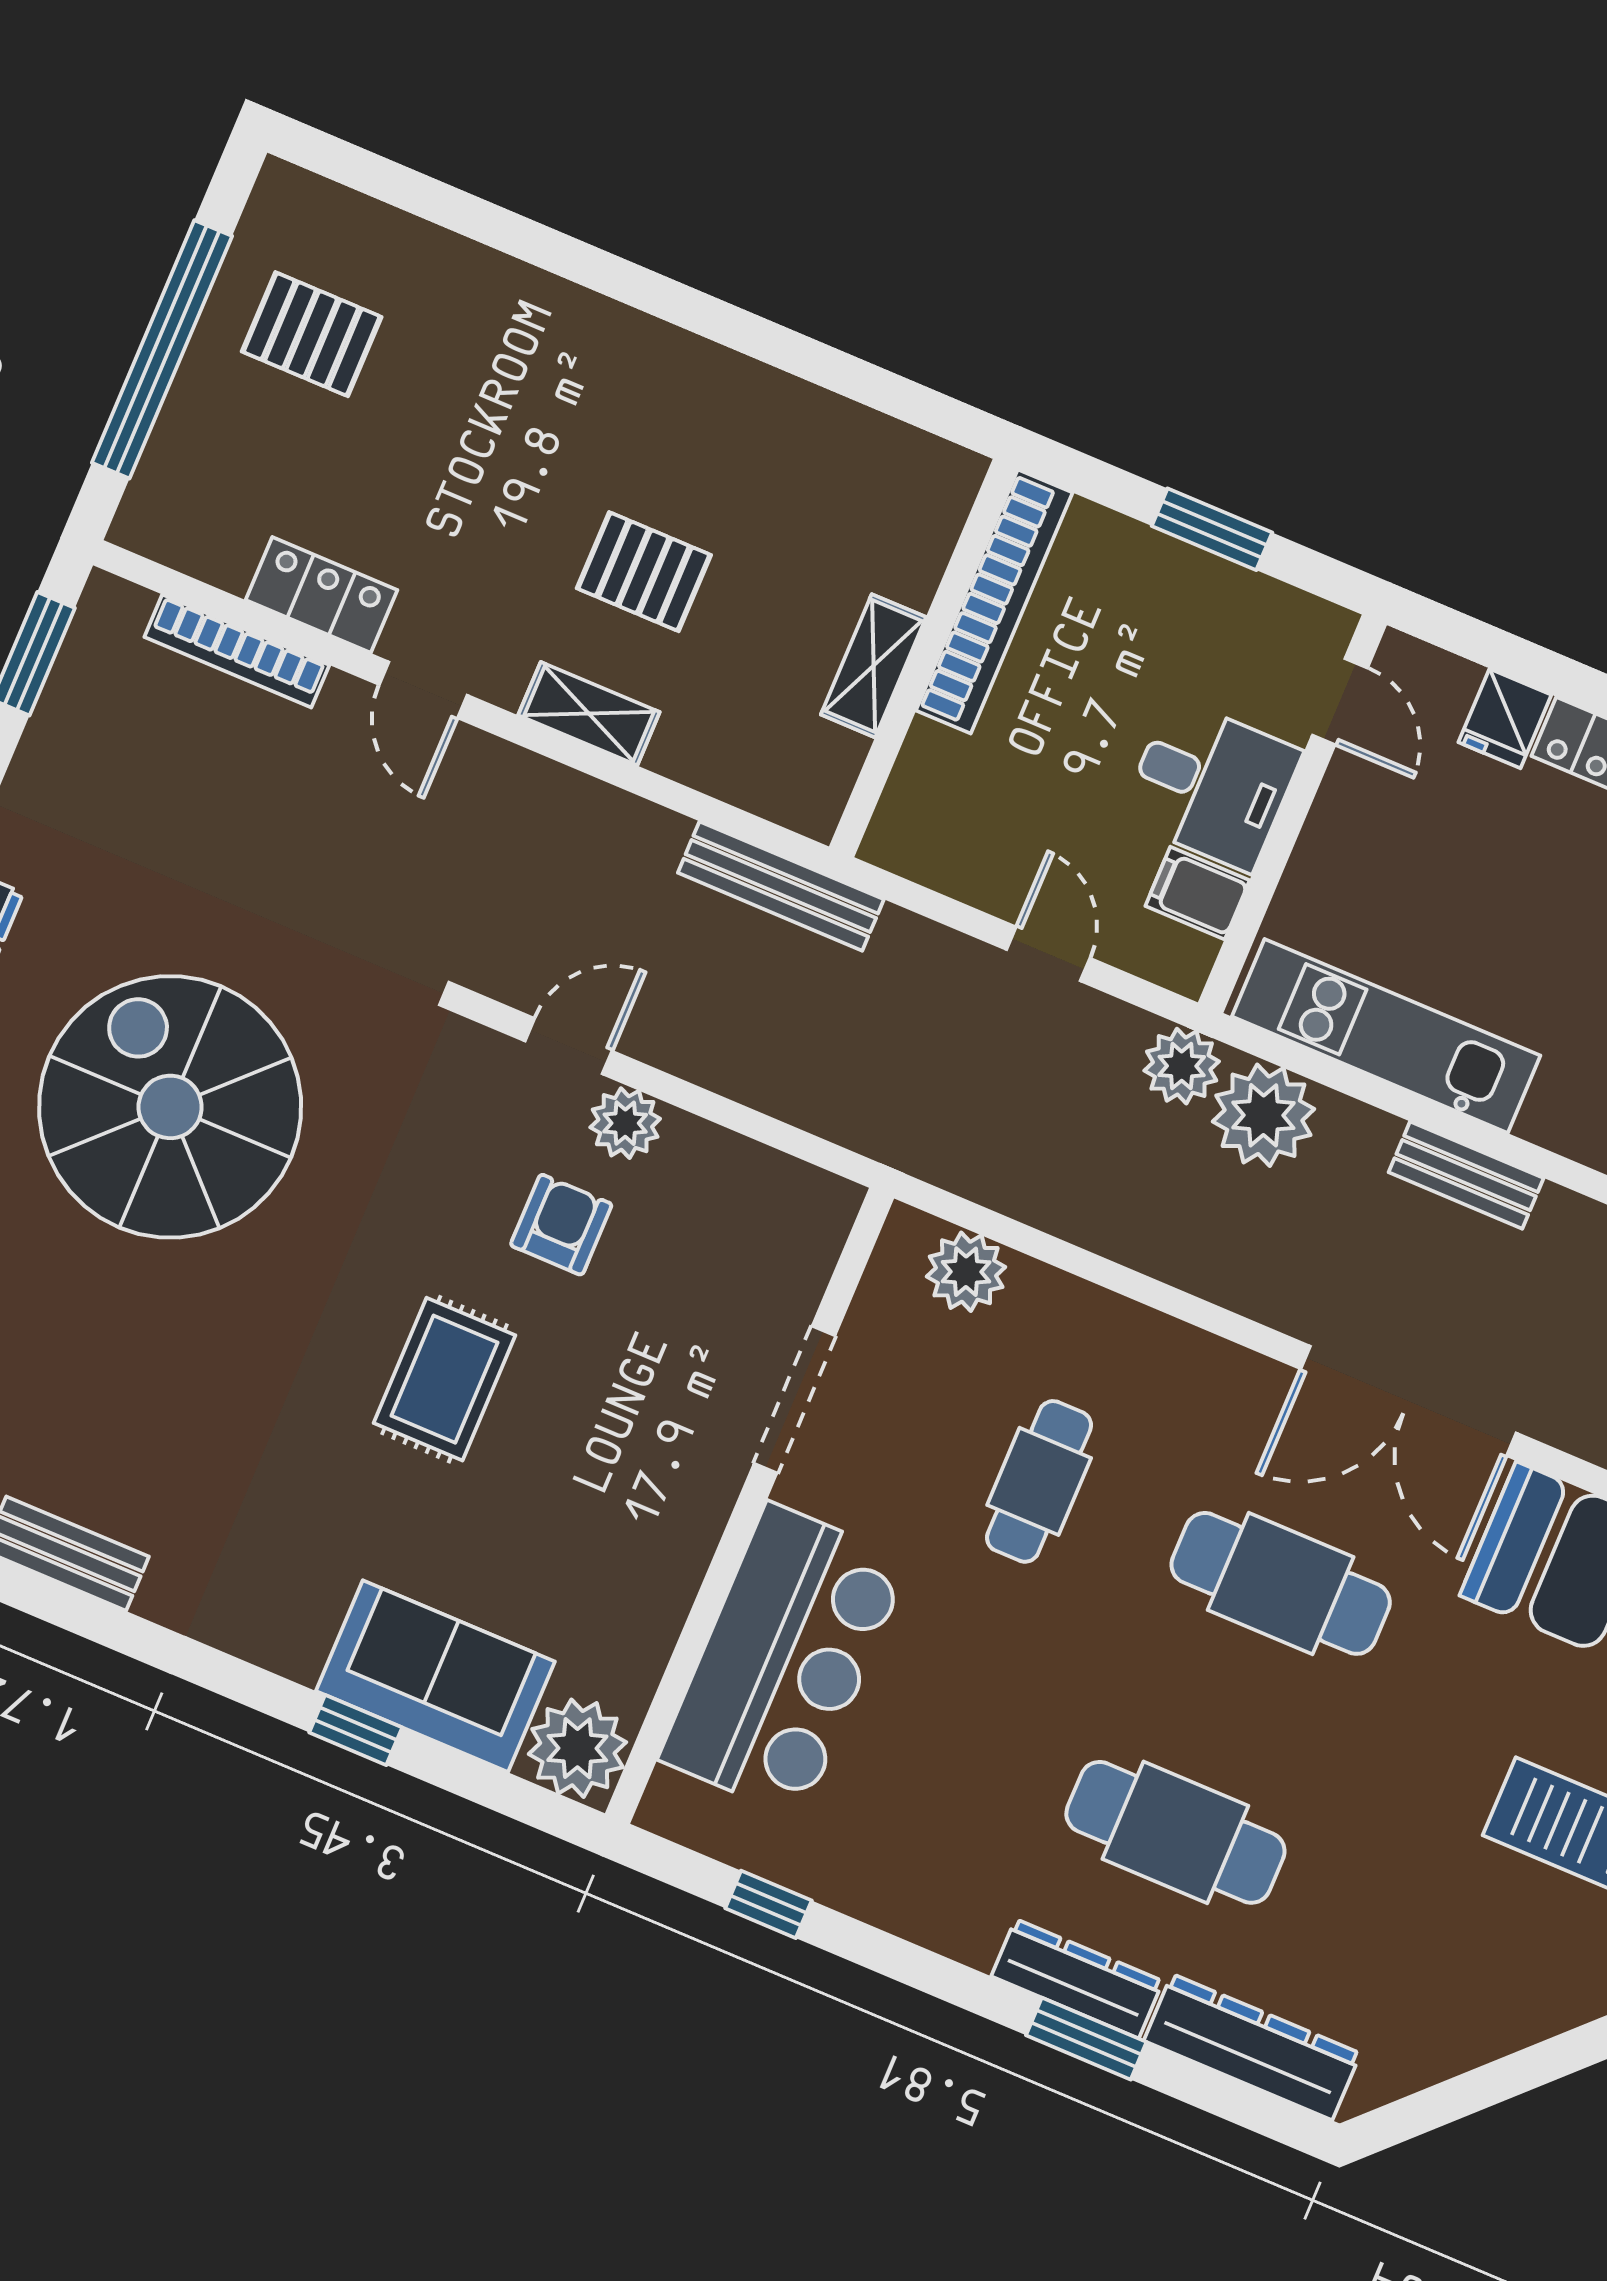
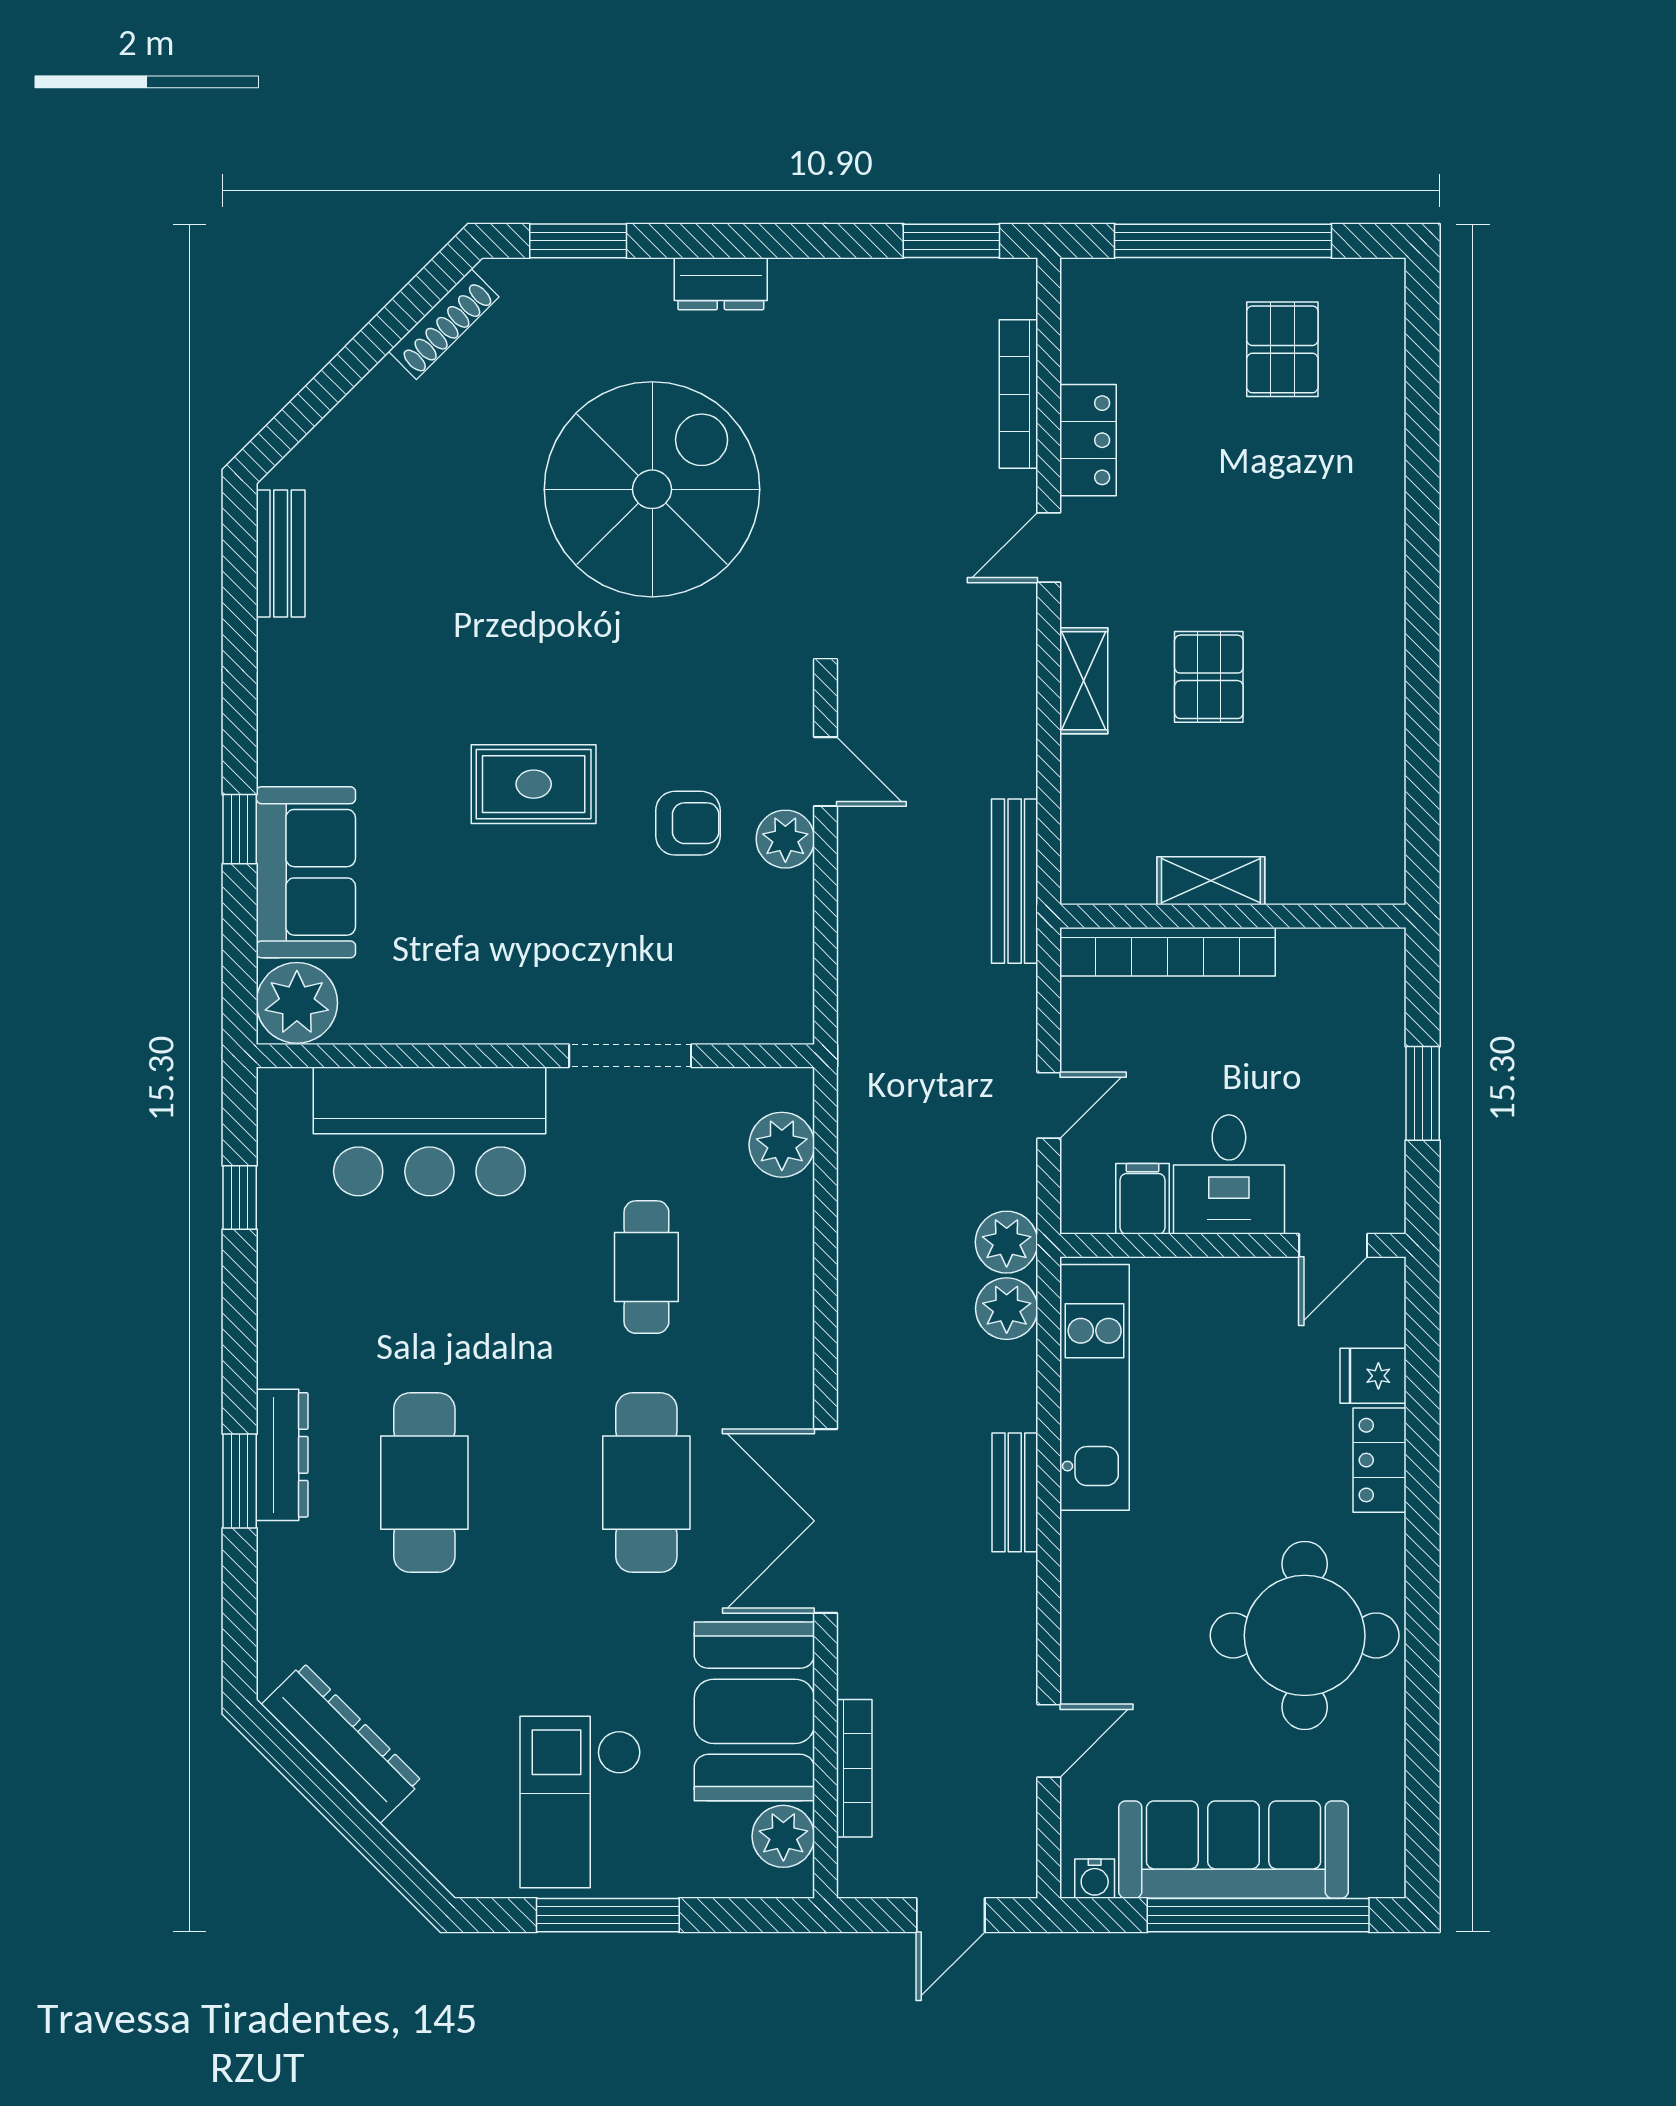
bookcase: (994, 602) -> (1168, 952), moved
plant: (1263, 1115) -> (1007, 1309), width x0.73, depth x0.73
cafe table: (1039, 1481) -> (646, 1267), turned 90
dresser: (1252, 2047) -> (342, 1743), moved, turned -45

